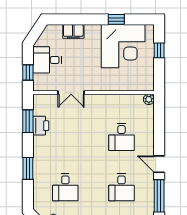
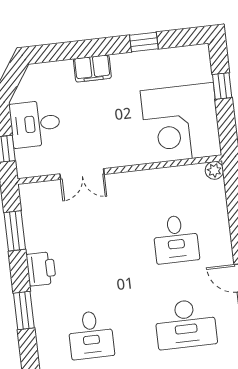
filing cabinet: (73, 31) -> (92, 68), moved
corner desk: (123, 46) -> (181, 123), moved, turned 90
printer: (41, 126) -> (41, 269), moved
desk: (122, 187) -> (186, 324), width x1.37

